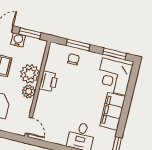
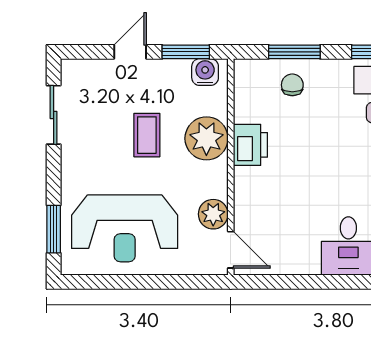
water cooler: (18, 40) -> (205, 72), moved
plant: (29, 92) -> (213, 214), moved

